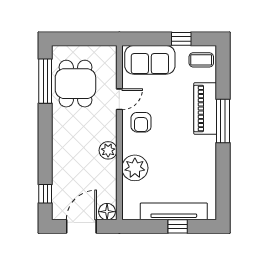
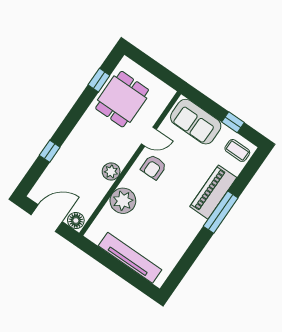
window: (45, 81) -> (99, 80), width x0.46
window: (45, 194) -> (50, 151), moved
window: (178, 226) -> (125, 272), removed

